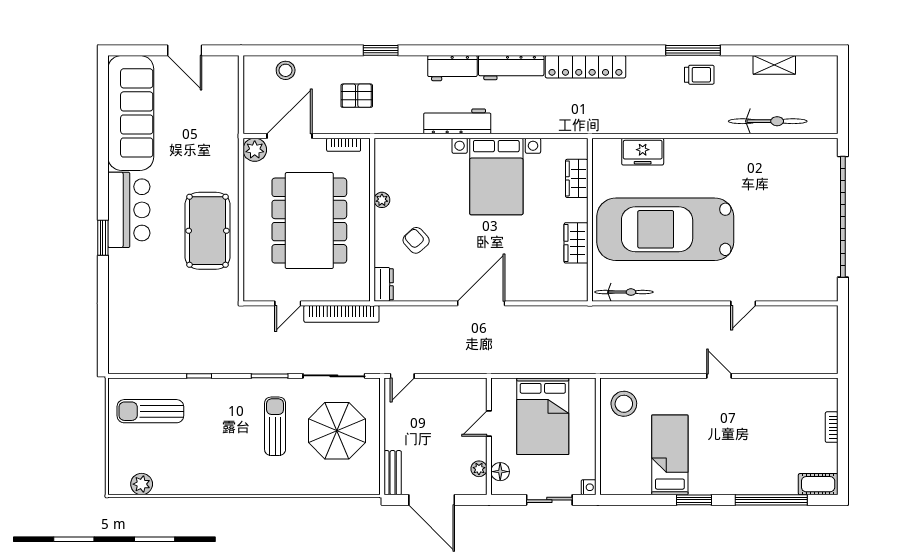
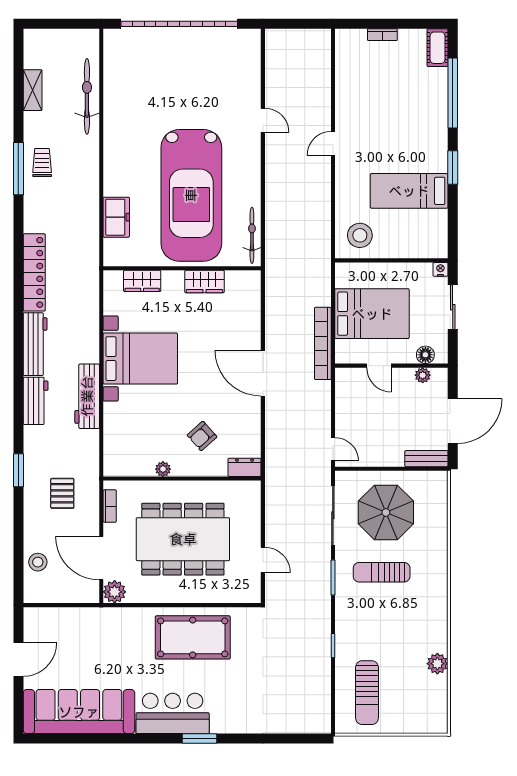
bookcase: (341, 314) -> (323, 343), moved, turned 180
plant: (142, 484) -> (437, 664), moved

